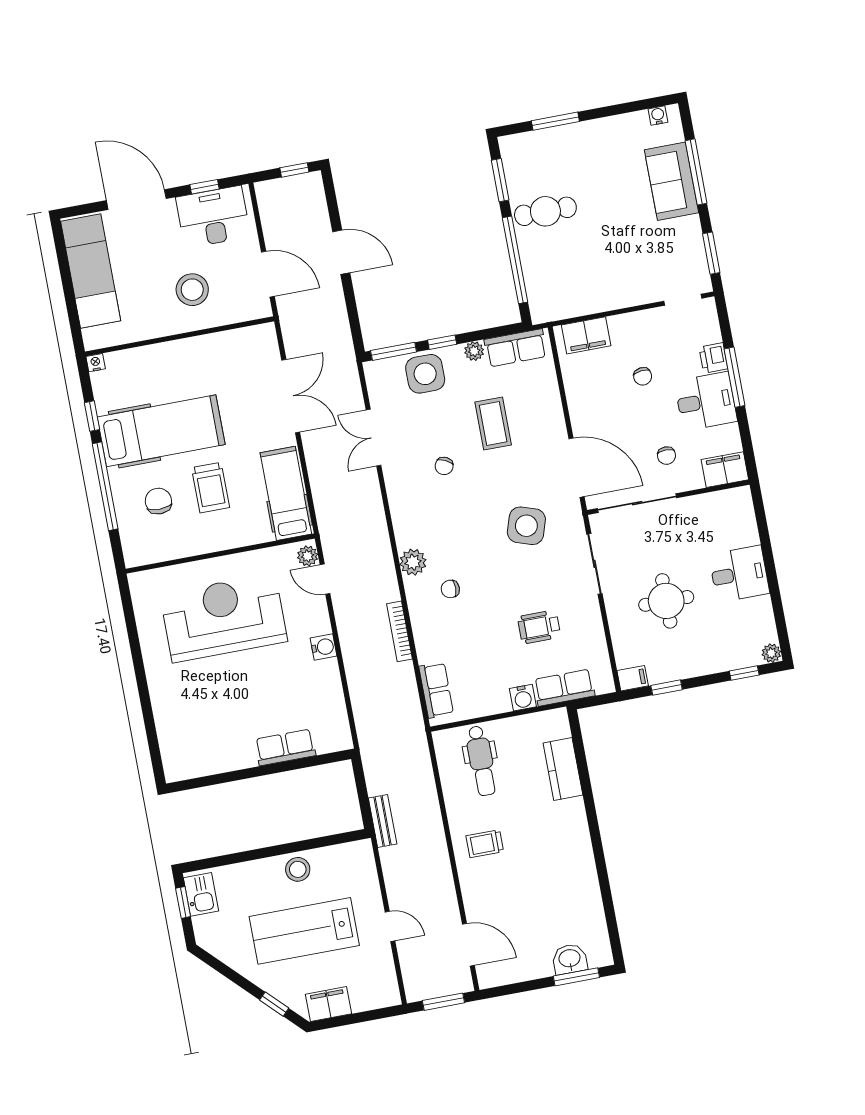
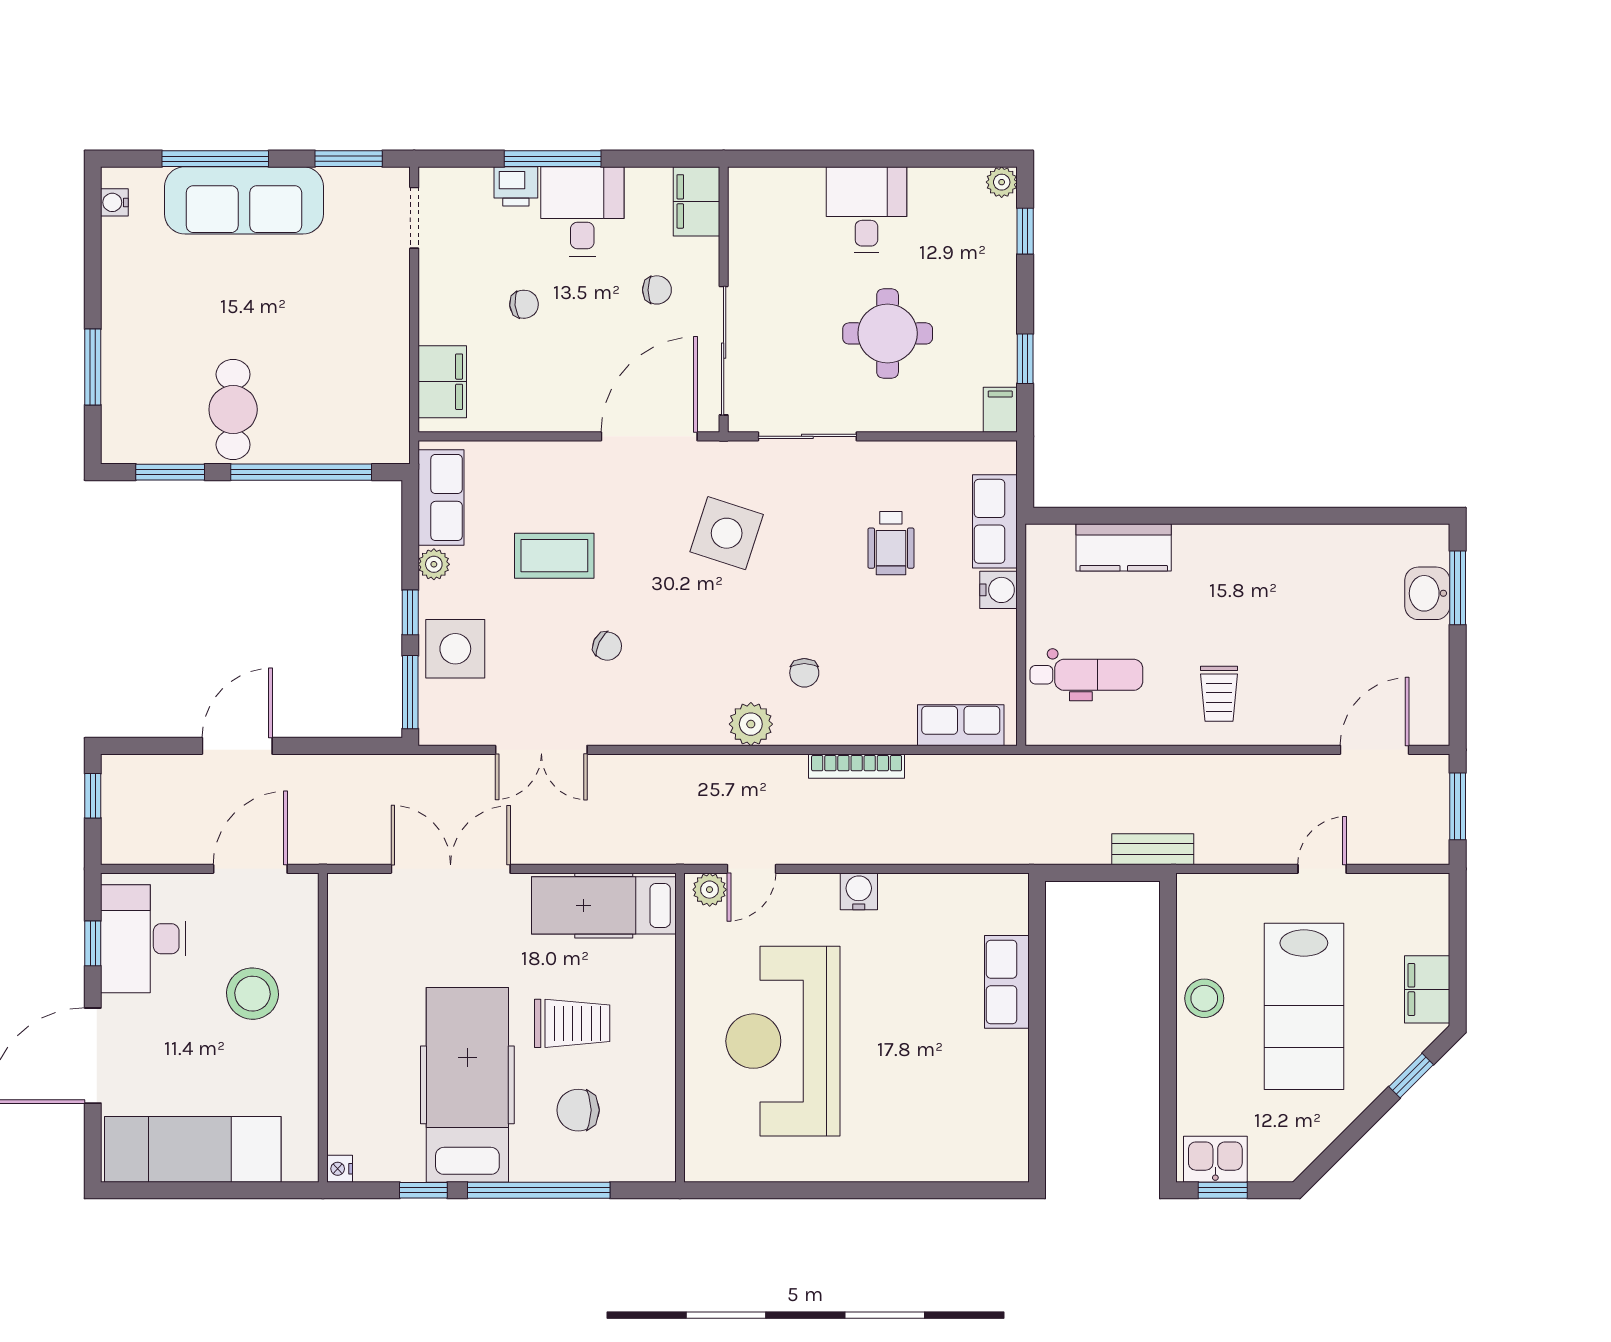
sofa: (672, 181) -> (244, 200), width x1.36

